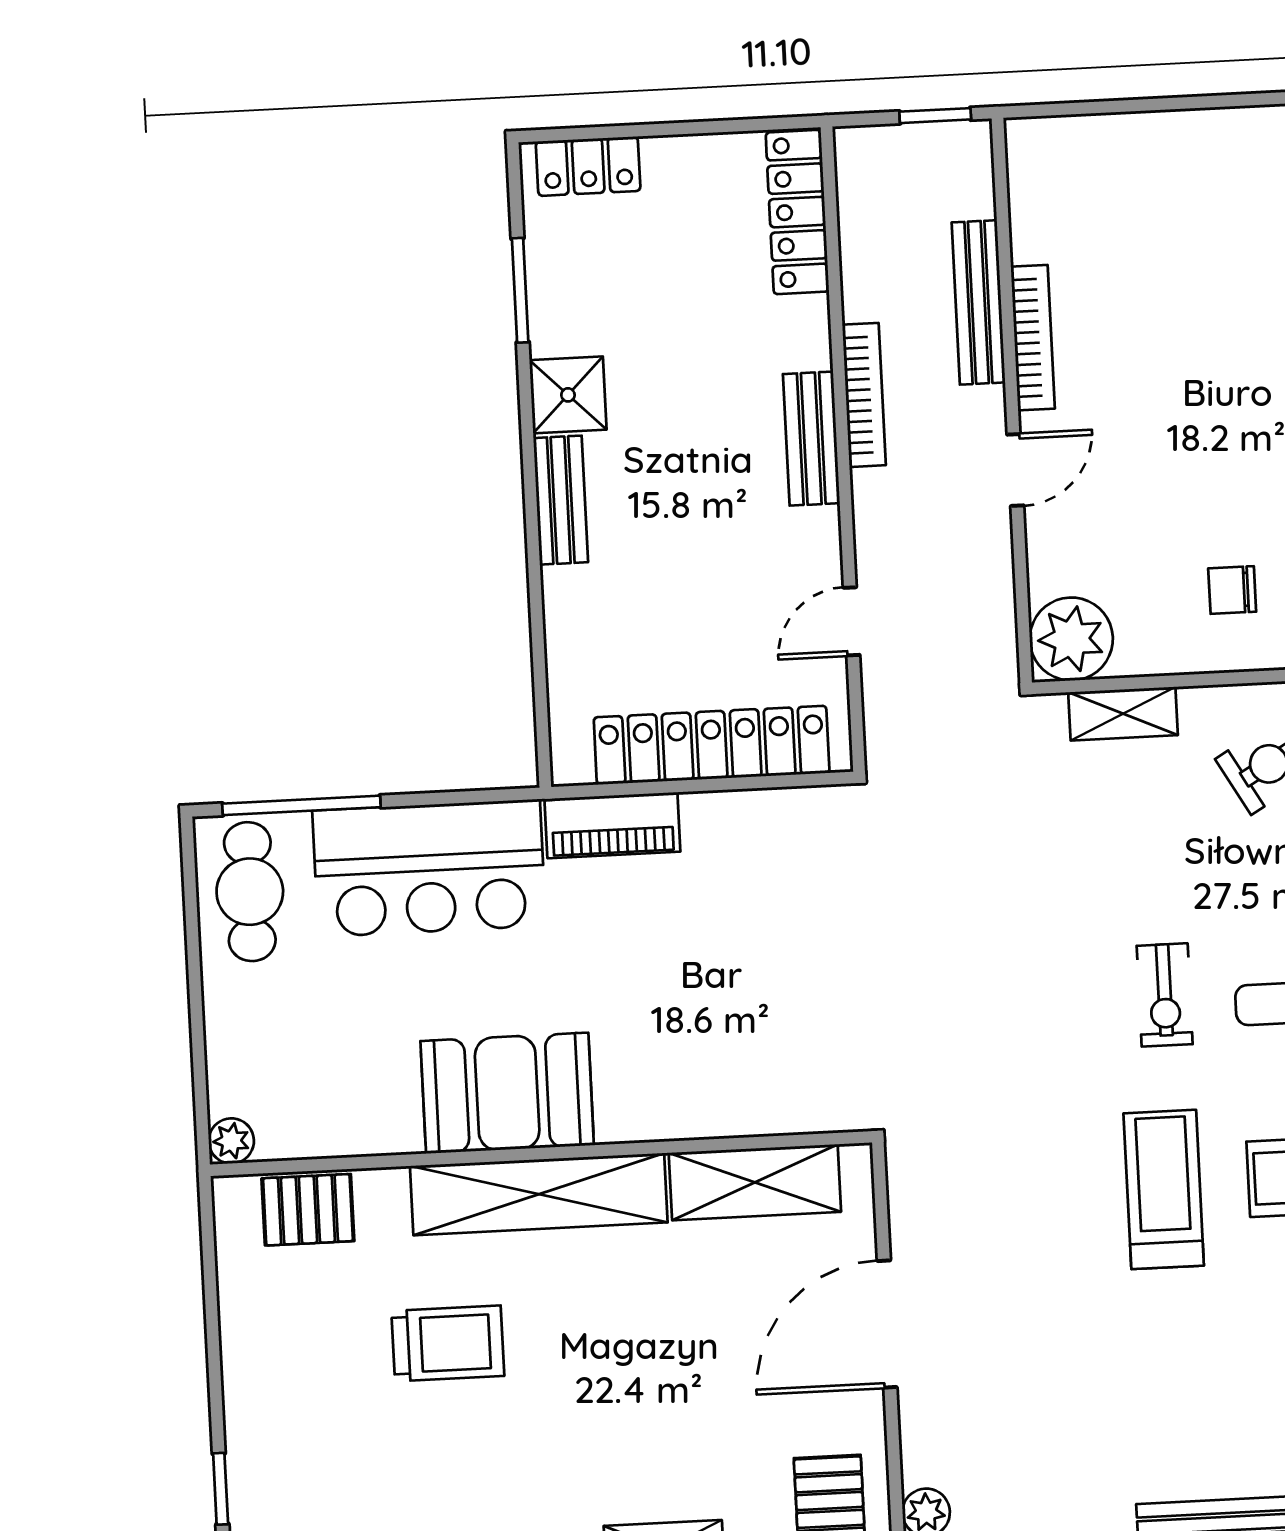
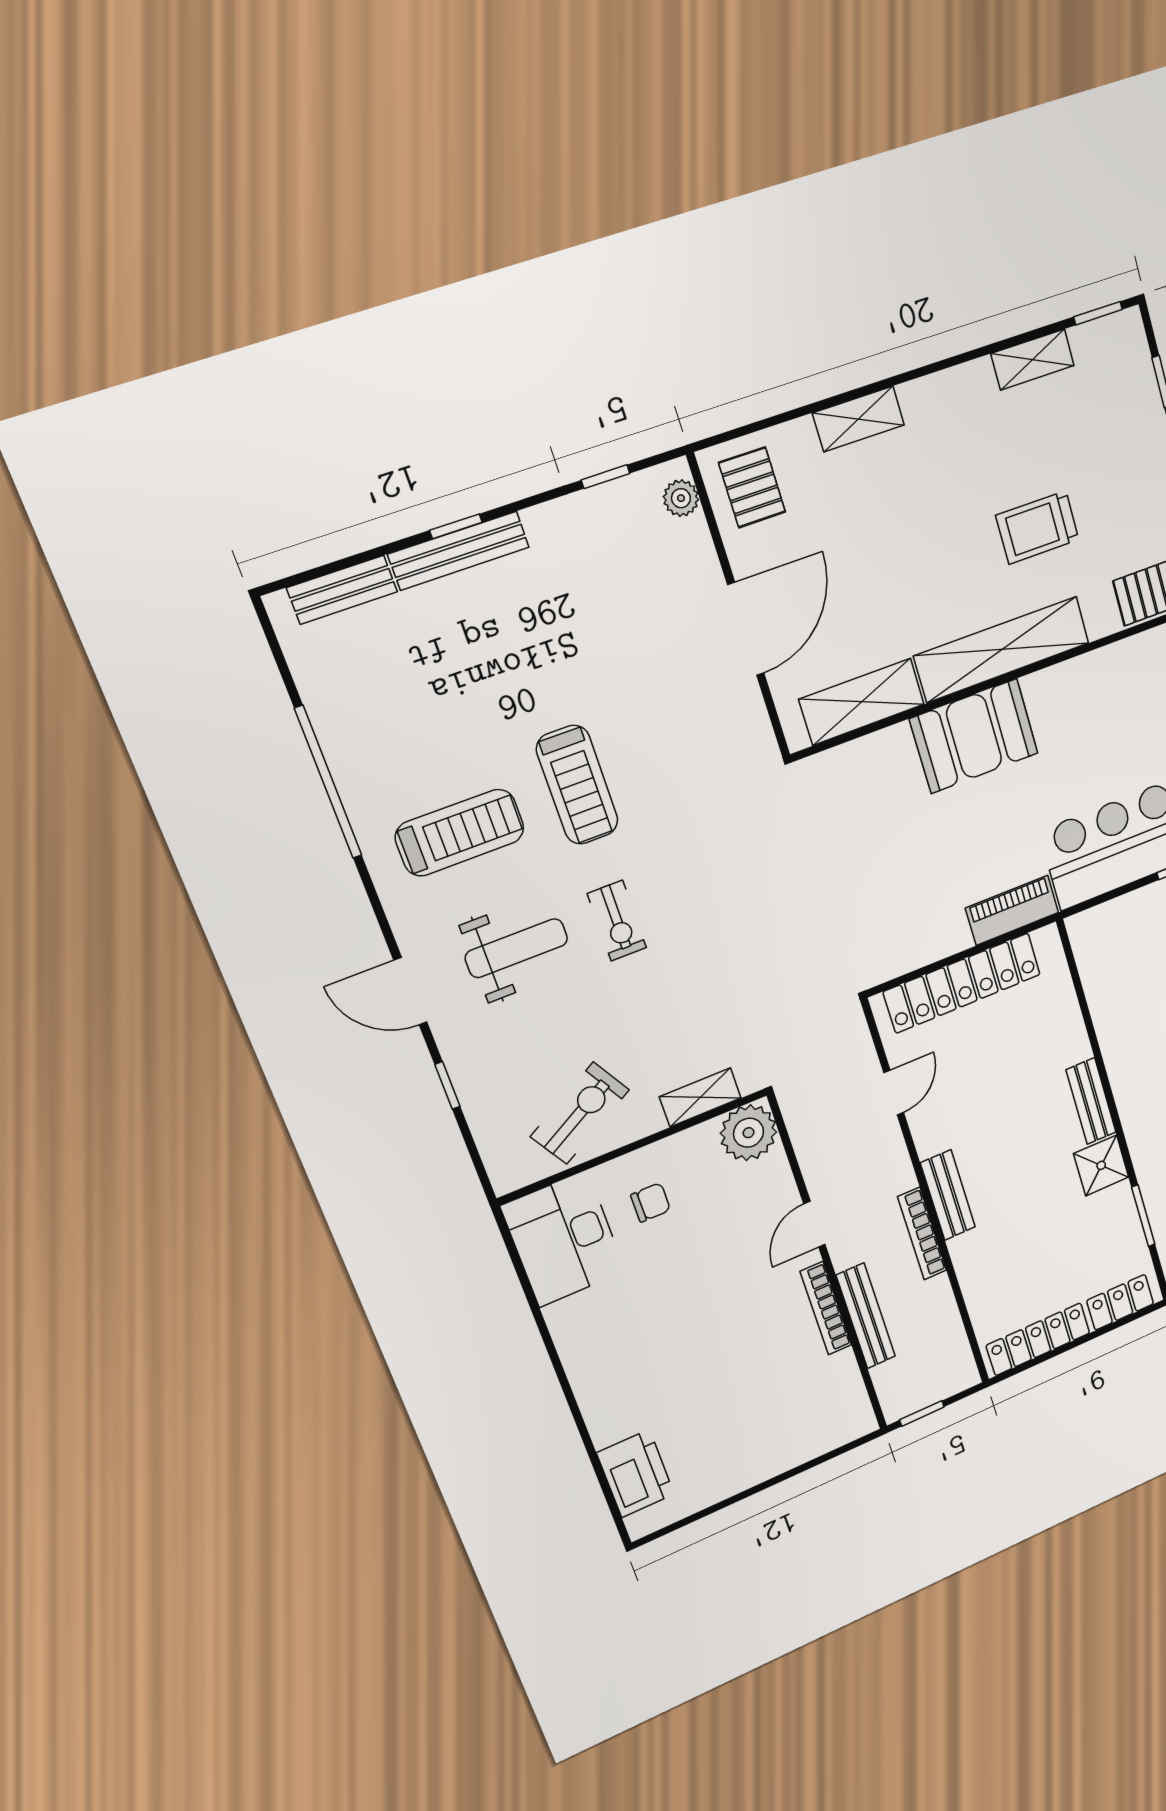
locker: (797, 212) -> (1038, 1339), moved, turned -90
exercise bike: (1165, 995) -> (617, 921), turned 180
booth: (507, 1093) -> (974, 736), moved

